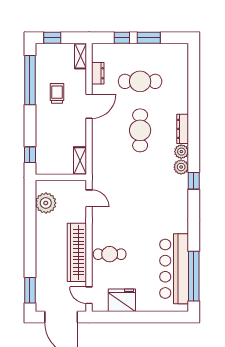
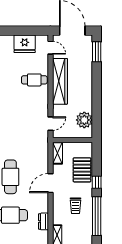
door: (89, 106) -> (50, 183), moved
pallet: (49, 139) -> (82, 170), added
window: (30, 155) -> (97, 182), moved
door: (89, 198) -> (50, 124), swing flipped

